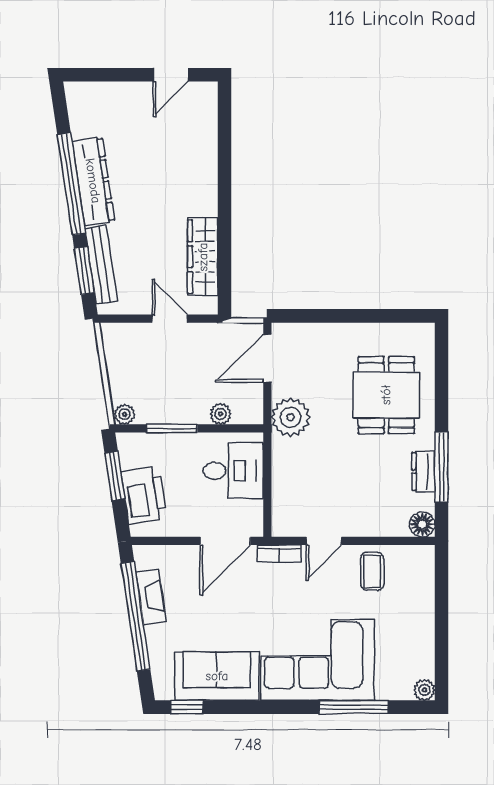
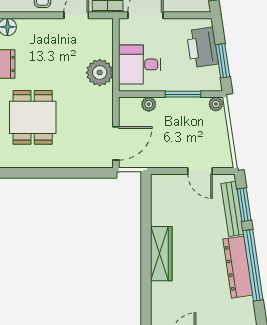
wardrobe: (203, 257) -> (161, 254), moved
door: (170, 319) -> (200, 171), moved
plant: (291, 417) -> (100, 73), moved

